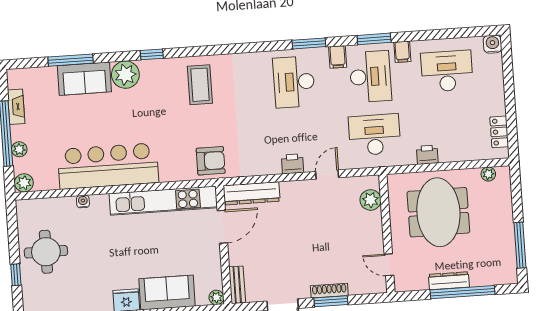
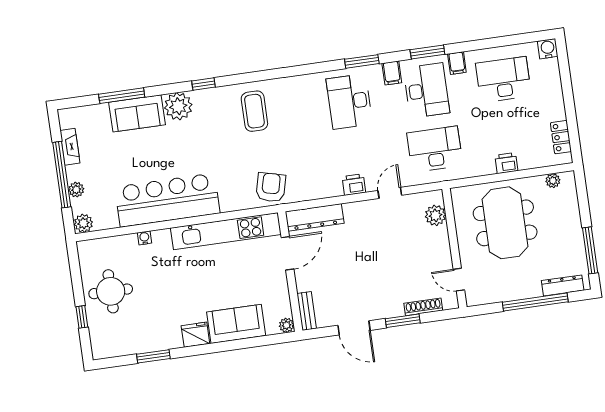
printer: (427, 155) -> (506, 163), moved
armchair: (211, 161) -> (271, 187), turned -76
dresser: (449, 281) -> (563, 285), moved
shoe rack: (329, 291) -> (423, 307), moved

